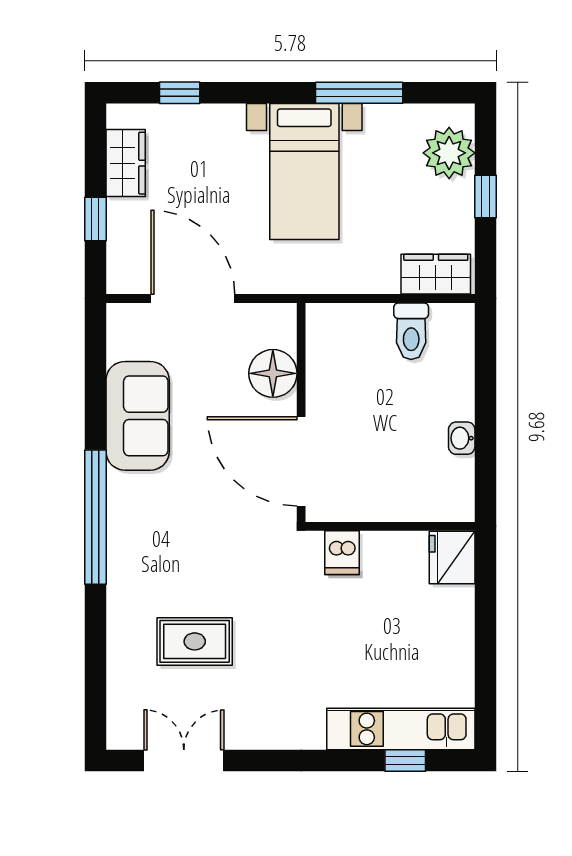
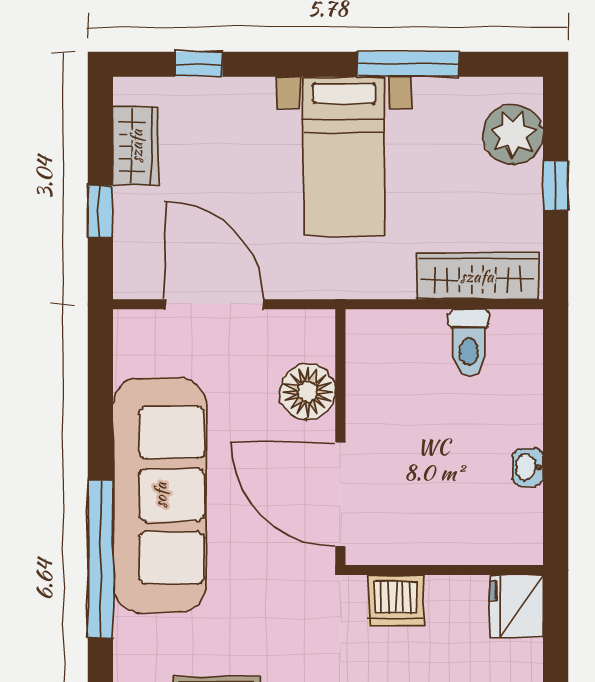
wardrobe: (436, 274) -> (477, 276), width x1.50
sofa: (138, 416) -> (160, 495), width x1.85, depth x1.27
dishwasher: (342, 553) -> (396, 601), width x1.38

